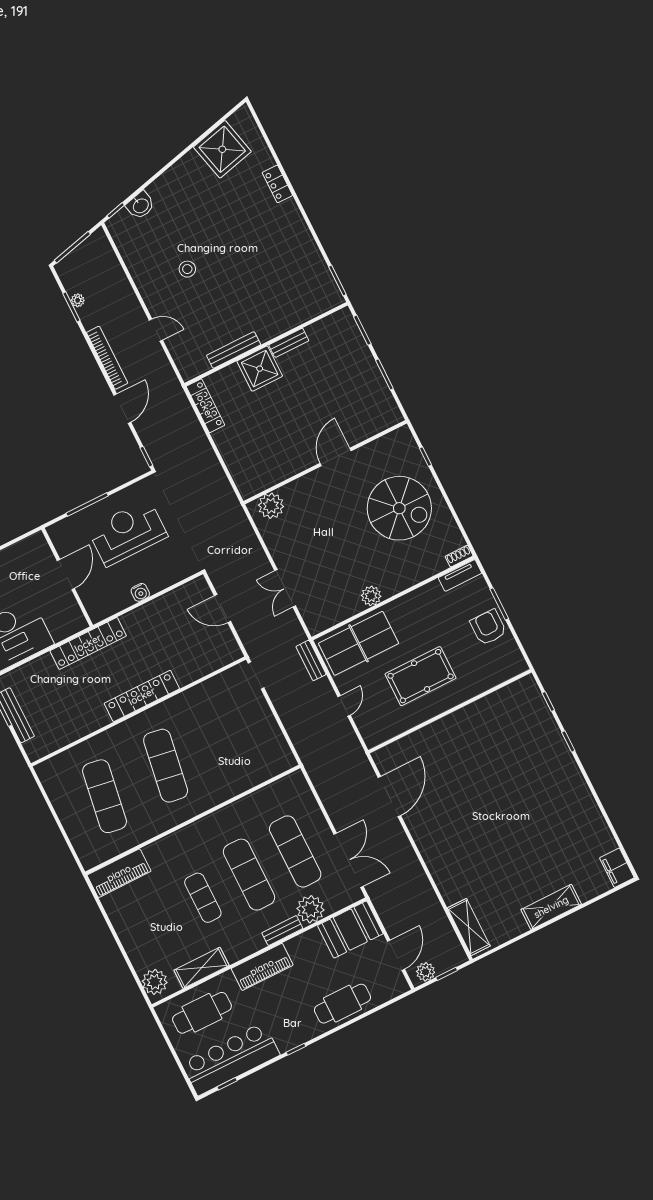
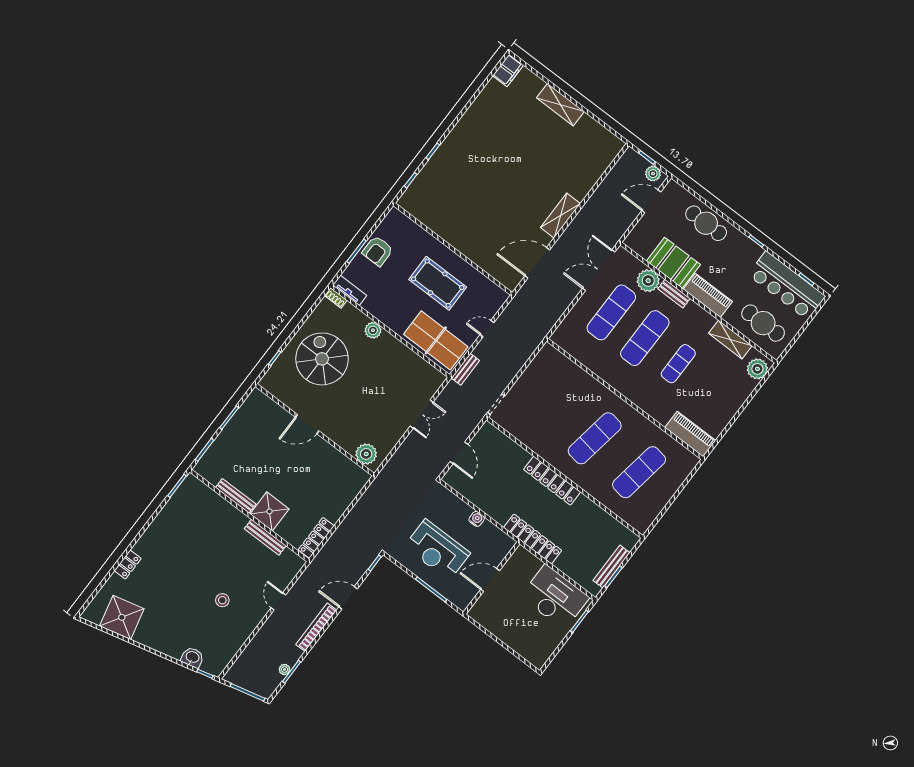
bench: (289, 343) -> (236, 496), width x1.36
plant: (371, 596) -> (373, 330), moved
shelving: (469, 927) -> (560, 216), moved
booth: (350, 930) -> (673, 263), moved

